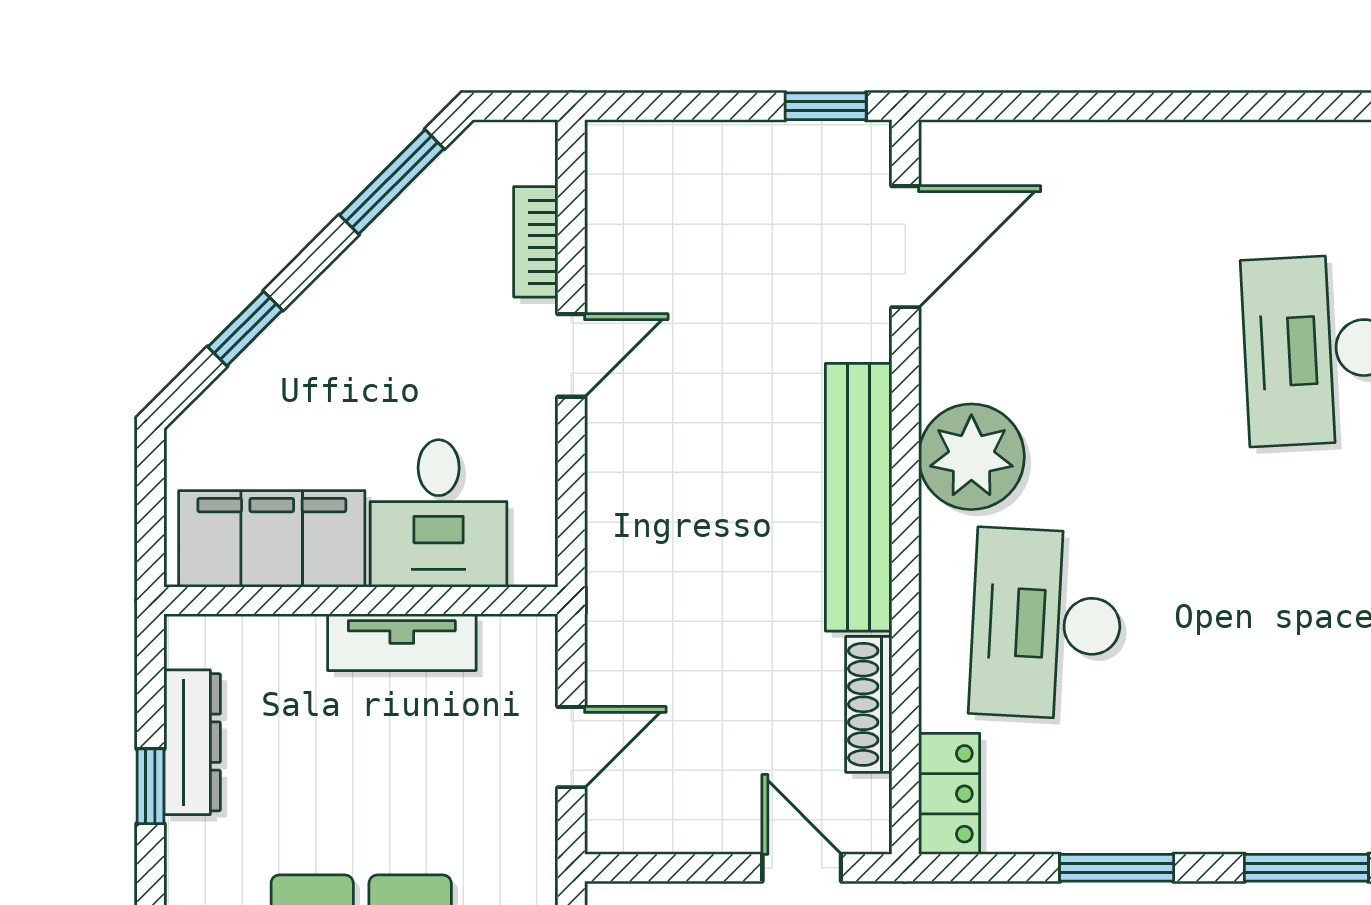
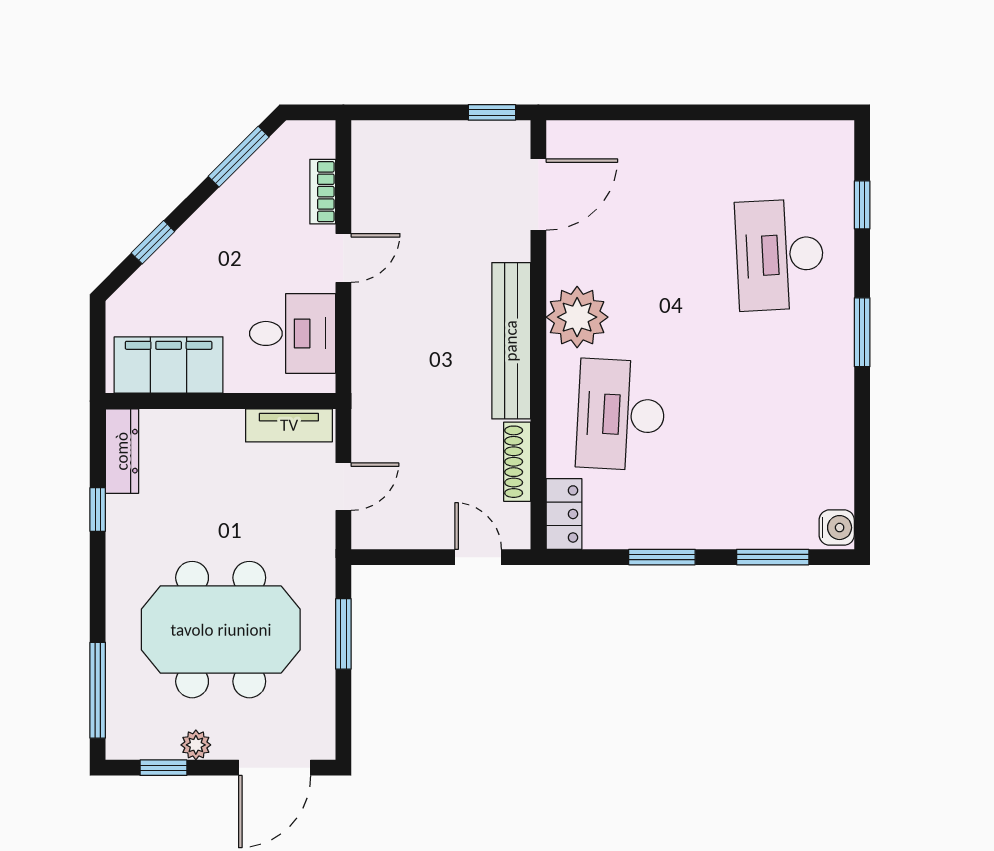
desk: (439, 513) -> (293, 333), moved, turned -90
tv unit: (402, 642) -> (289, 425), moved
dresser: (192, 742) -> (122, 451), moved

